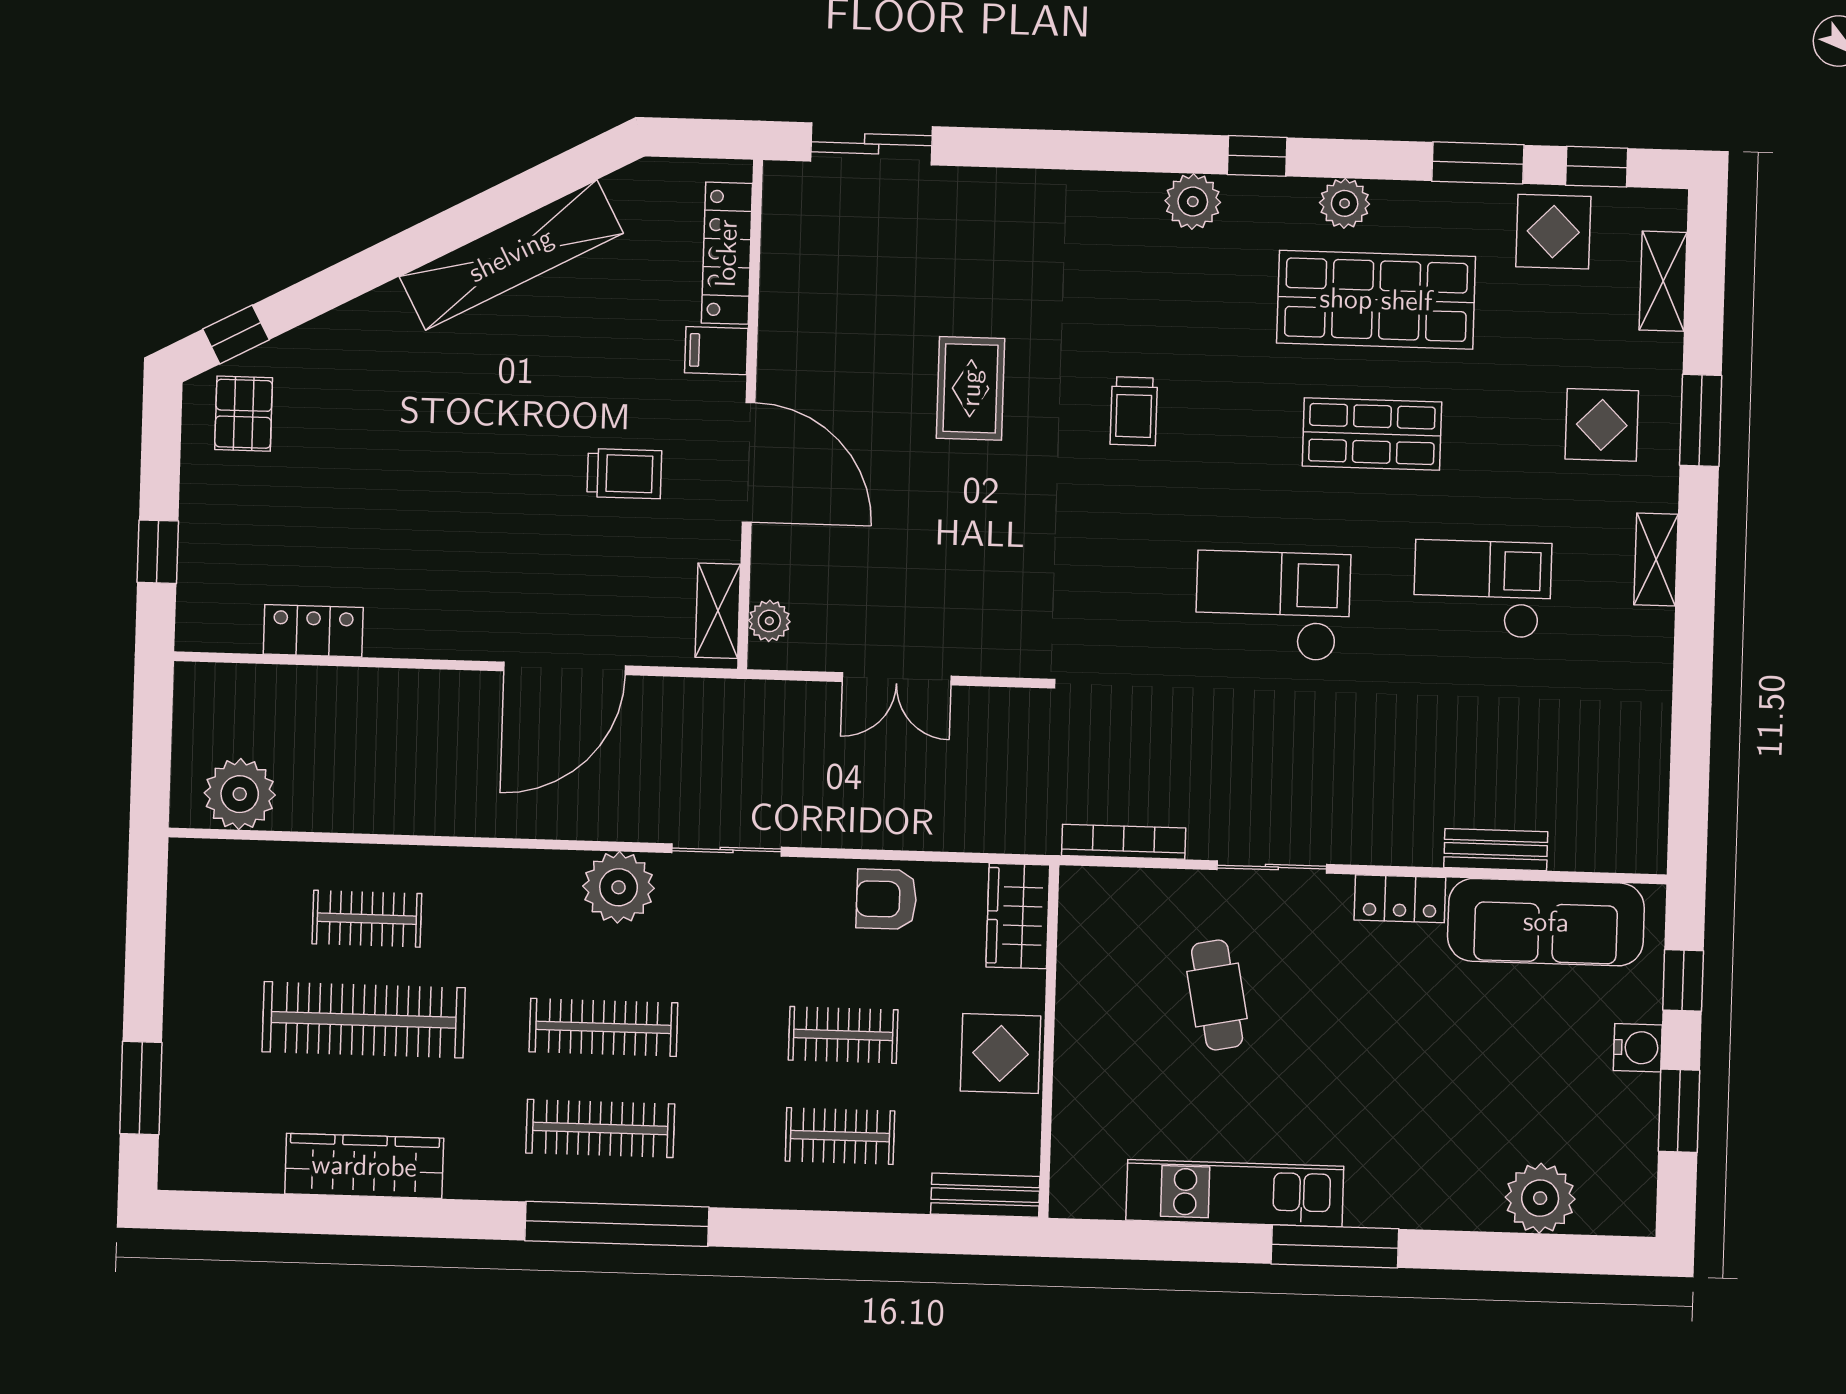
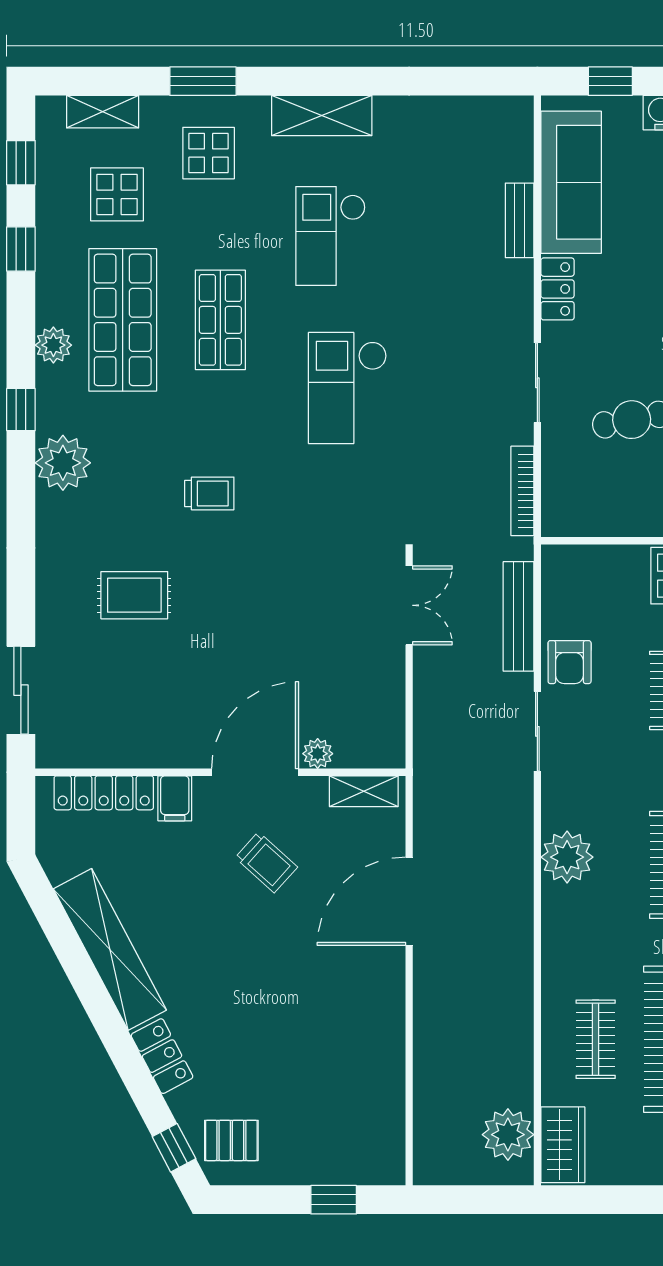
window: (1478, 163) -> (21, 249), width x0.67
plant: (1193, 202) -> (63, 463), width x1.36, depth x1.36
display table: (1553, 232) -> (117, 194), moved
rug: (971, 388) -> (134, 595), moved
trolley: (624, 474) -> (266, 862), turned 132
shelving: (1656, 560) -> (322, 116), width x1.50, depth x1.33
plant: (769, 621) -> (318, 754), moved
locker: (313, 631) -> (162, 1056), moved, turned 152
door: (565, 668) -> (409, 901), swing flipped
double door: (897, 679) -> (409, 605), moved
bench: (951, 831) -> (519, 616), added
sliding door: (727, 850) -> (537, 731), moved
wardrobe: (1018, 916) -> (563, 1145), moved, turned -90

